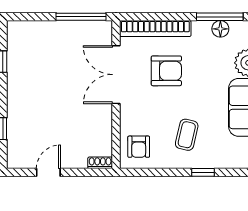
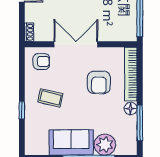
floor lamp: (220, 29) -> (131, 109), moved
double door: (116, 75) -> (76, 44), moved
armchair: (139, 147) -> (41, 61), turned 180

